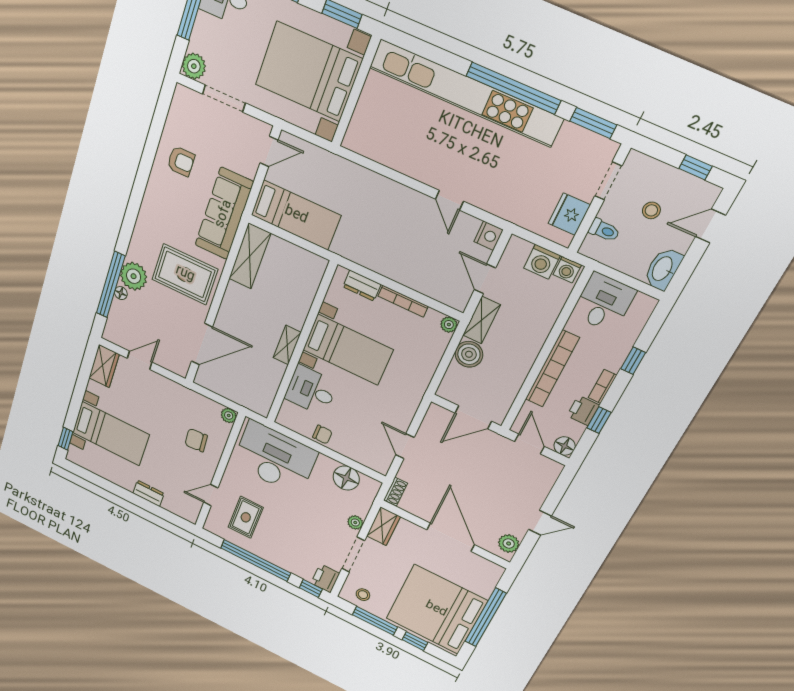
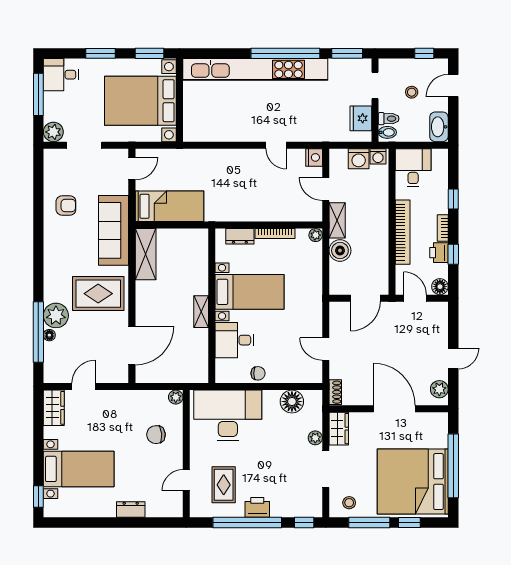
bidet: (594, 246) -> (387, 132), added
printer: (325, 578) -> (257, 507), moved, turned 90

